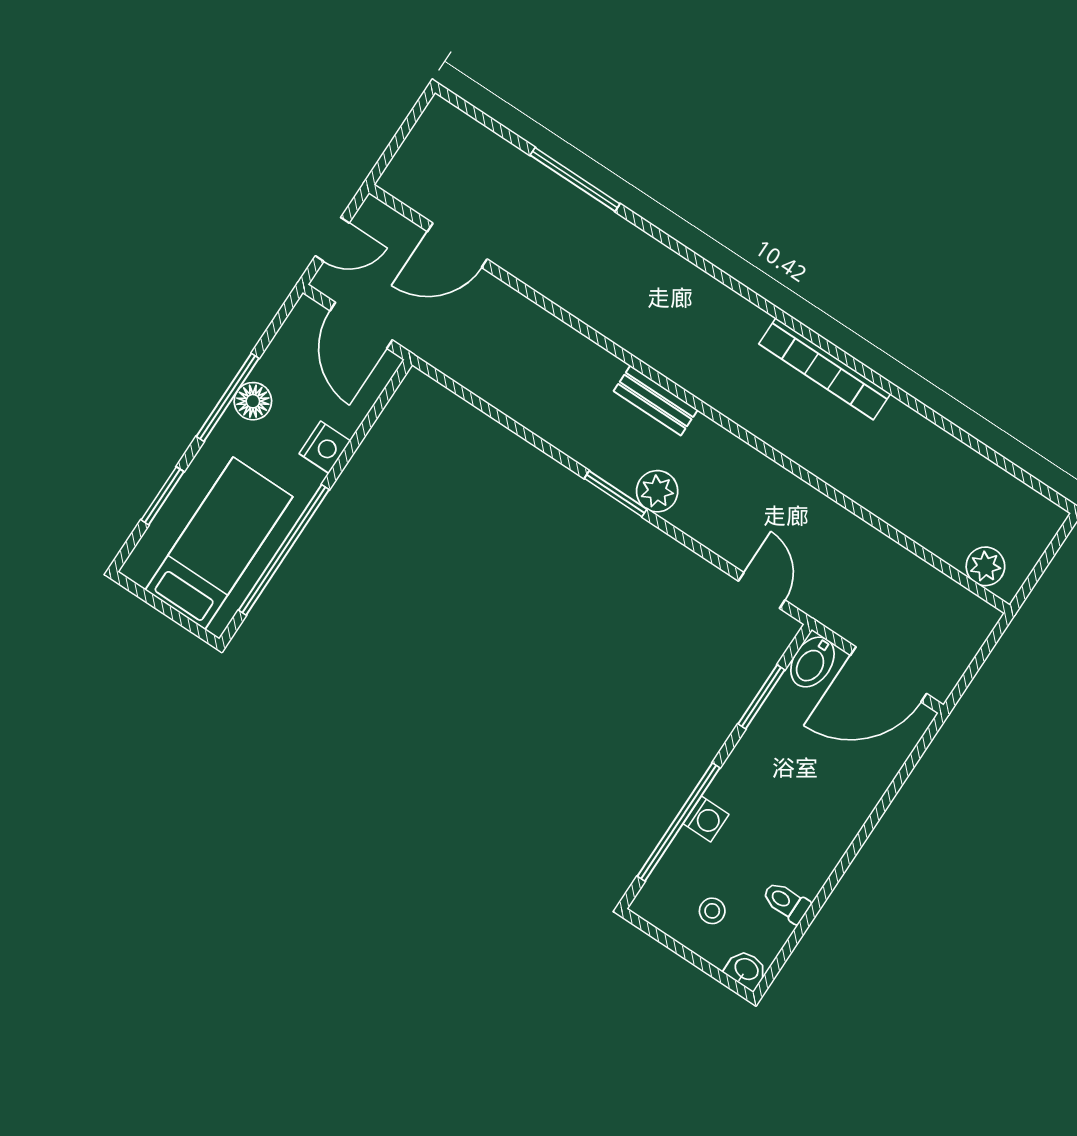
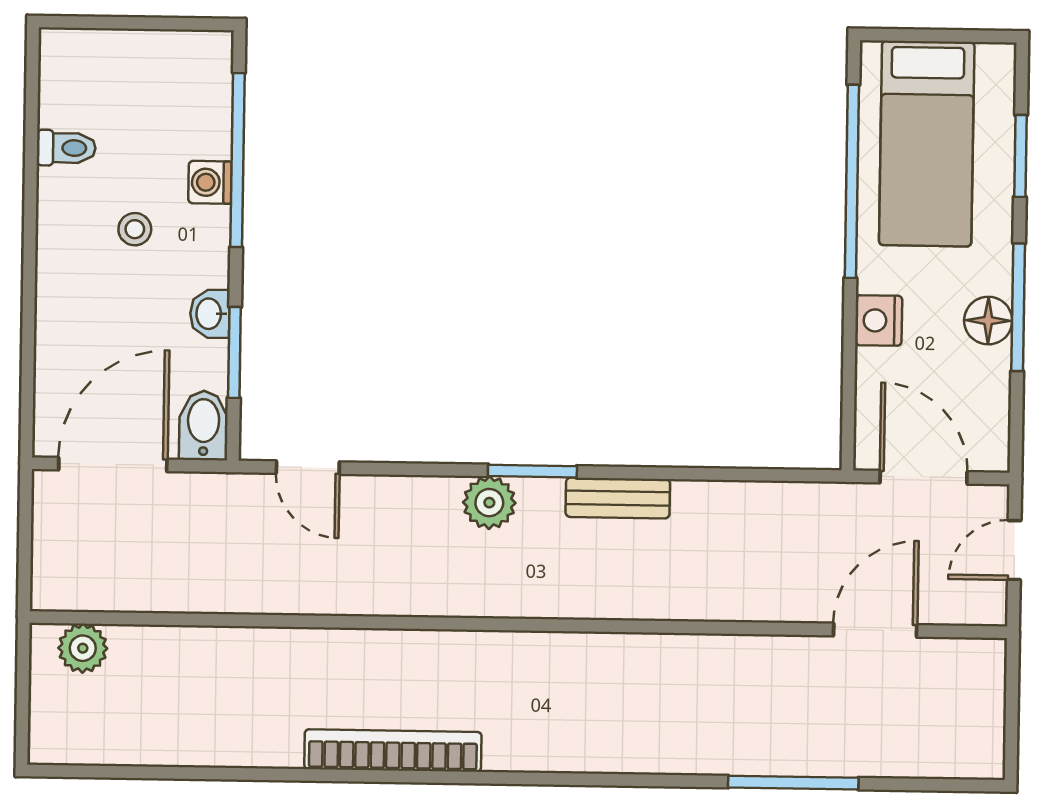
bench: (656, 400) -> (618, 498), moved
stool: (712, 911) -> (135, 229), moved
washbasin: (746, 970) -> (210, 314), moved, turned 90

